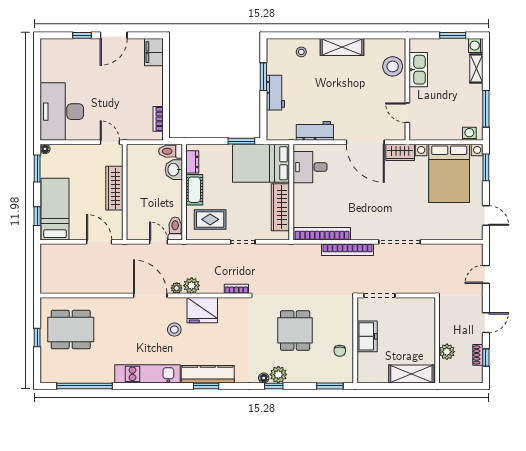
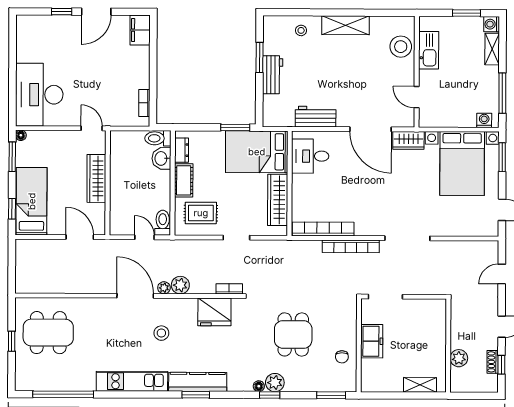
fridge: (202, 310) -> (214, 312), moved
shelving: (411, 374) -> (420, 385), width x0.67, depth x0.75

